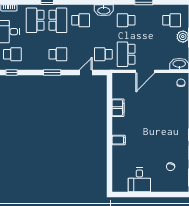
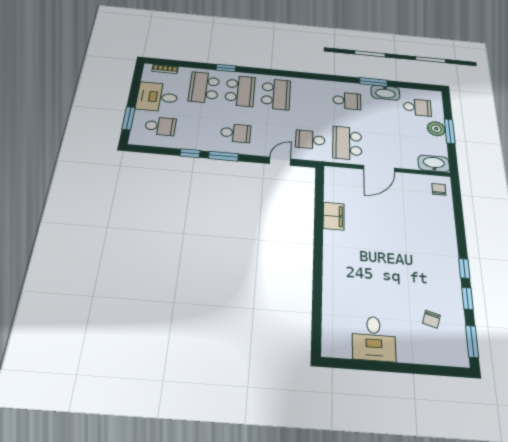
washbasin: (104, 10) -> (385, 93), moved
school desk: (81, 20) -> (276, 94), width x1.85
school desk: (126, 20) -> (347, 101), turned 180
window: (12, 72) -> (190, 153), moved
filing cabinet: (119, 140) -> (334, 267), removed

